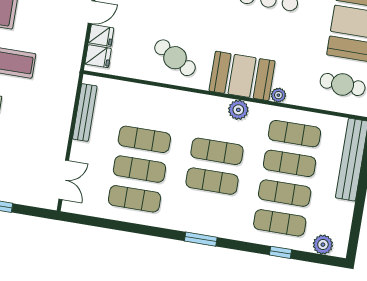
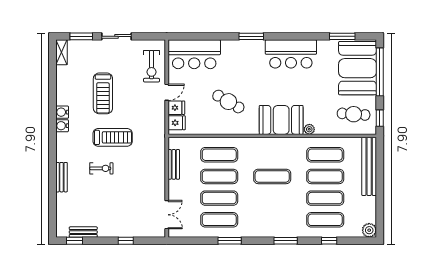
cafe table: (175, 58) -> (228, 102), moved
plant: (238, 110) -> (283, 144), removed
bench: (85, 112) -> (174, 164), width x0.73
exercise mat: (212, 181) -> (219, 155), moved
window: (144, 230) -> (230, 241), added
window: (201, 239) -> (286, 241), moved
plant: (323, 245) -> (369, 230), moved

